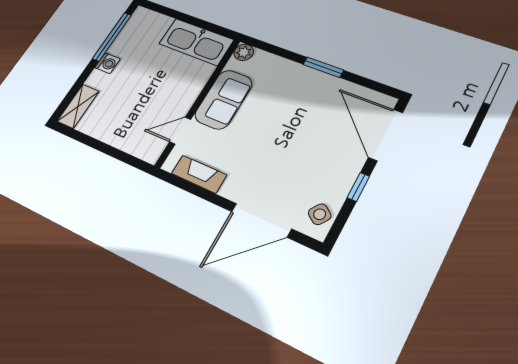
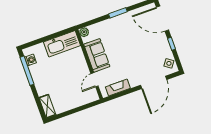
washing machine: (107, 63) -> (30, 60), moved

